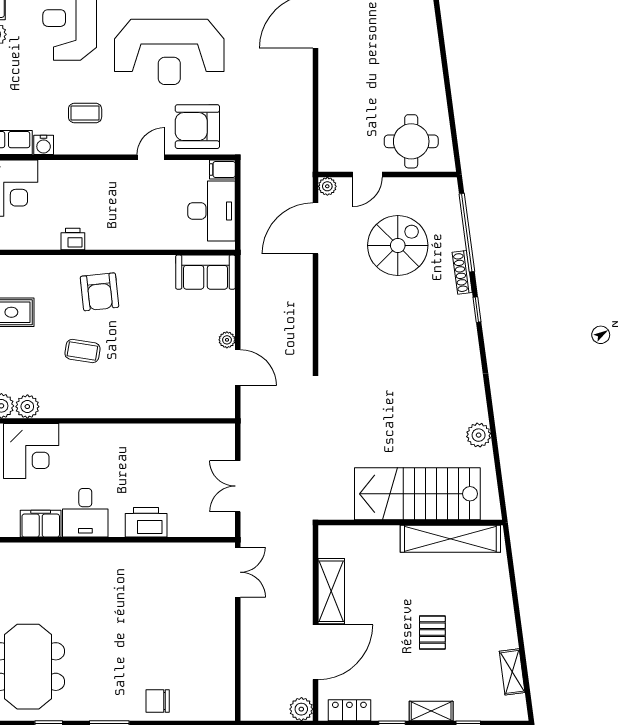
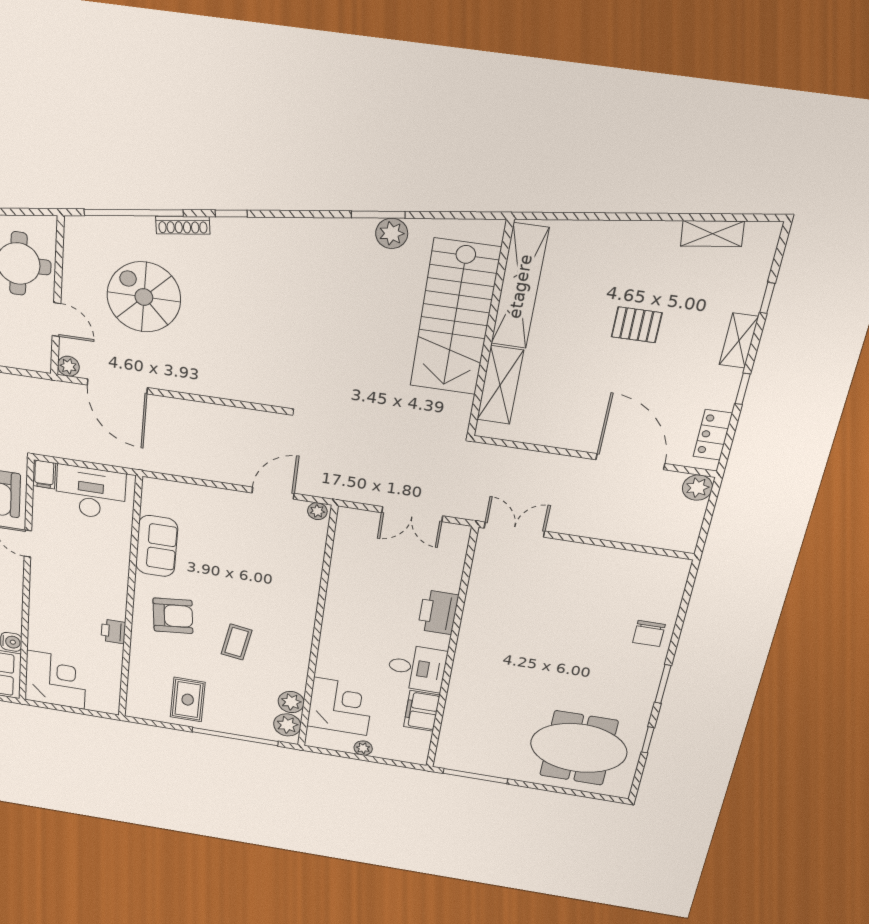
sofa: (205, 272) -> (157, 546), moved
plant: (227, 340) -> (317, 511), moved
window: (492, 423) -> (378, 215), added
shelving: (331, 591) -> (500, 385), moved, turned 90

